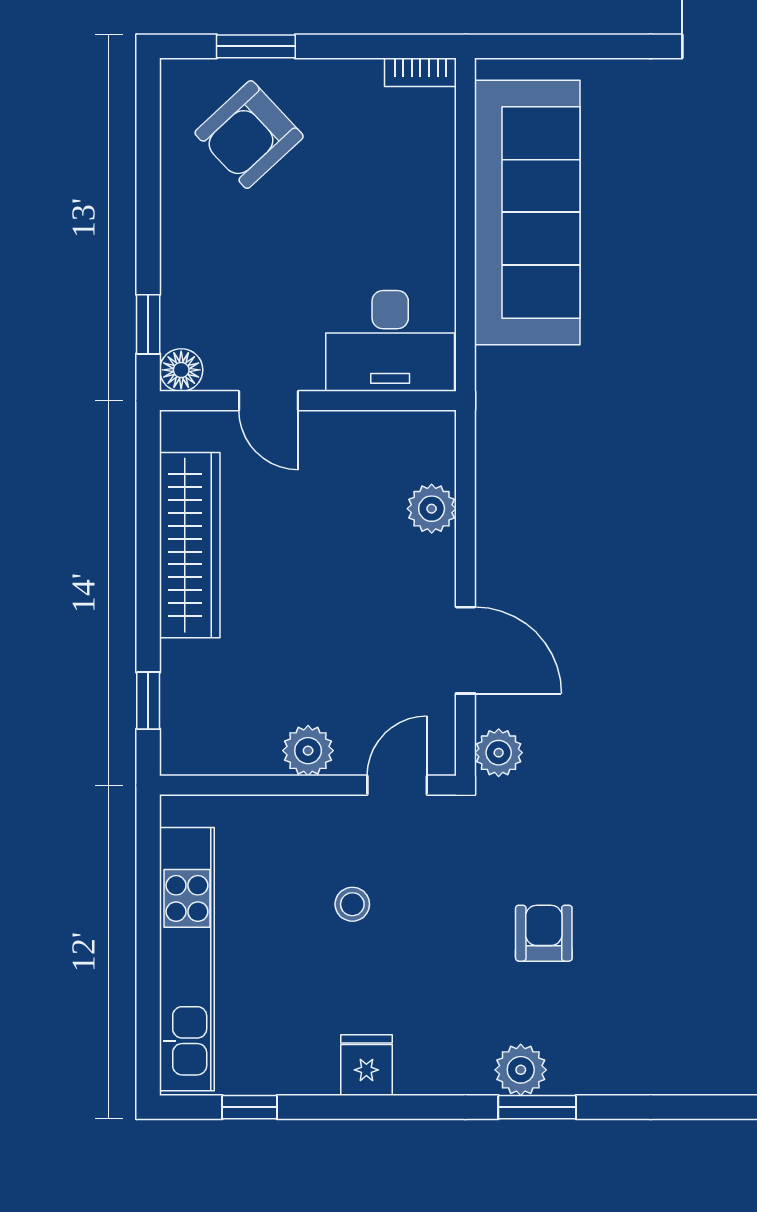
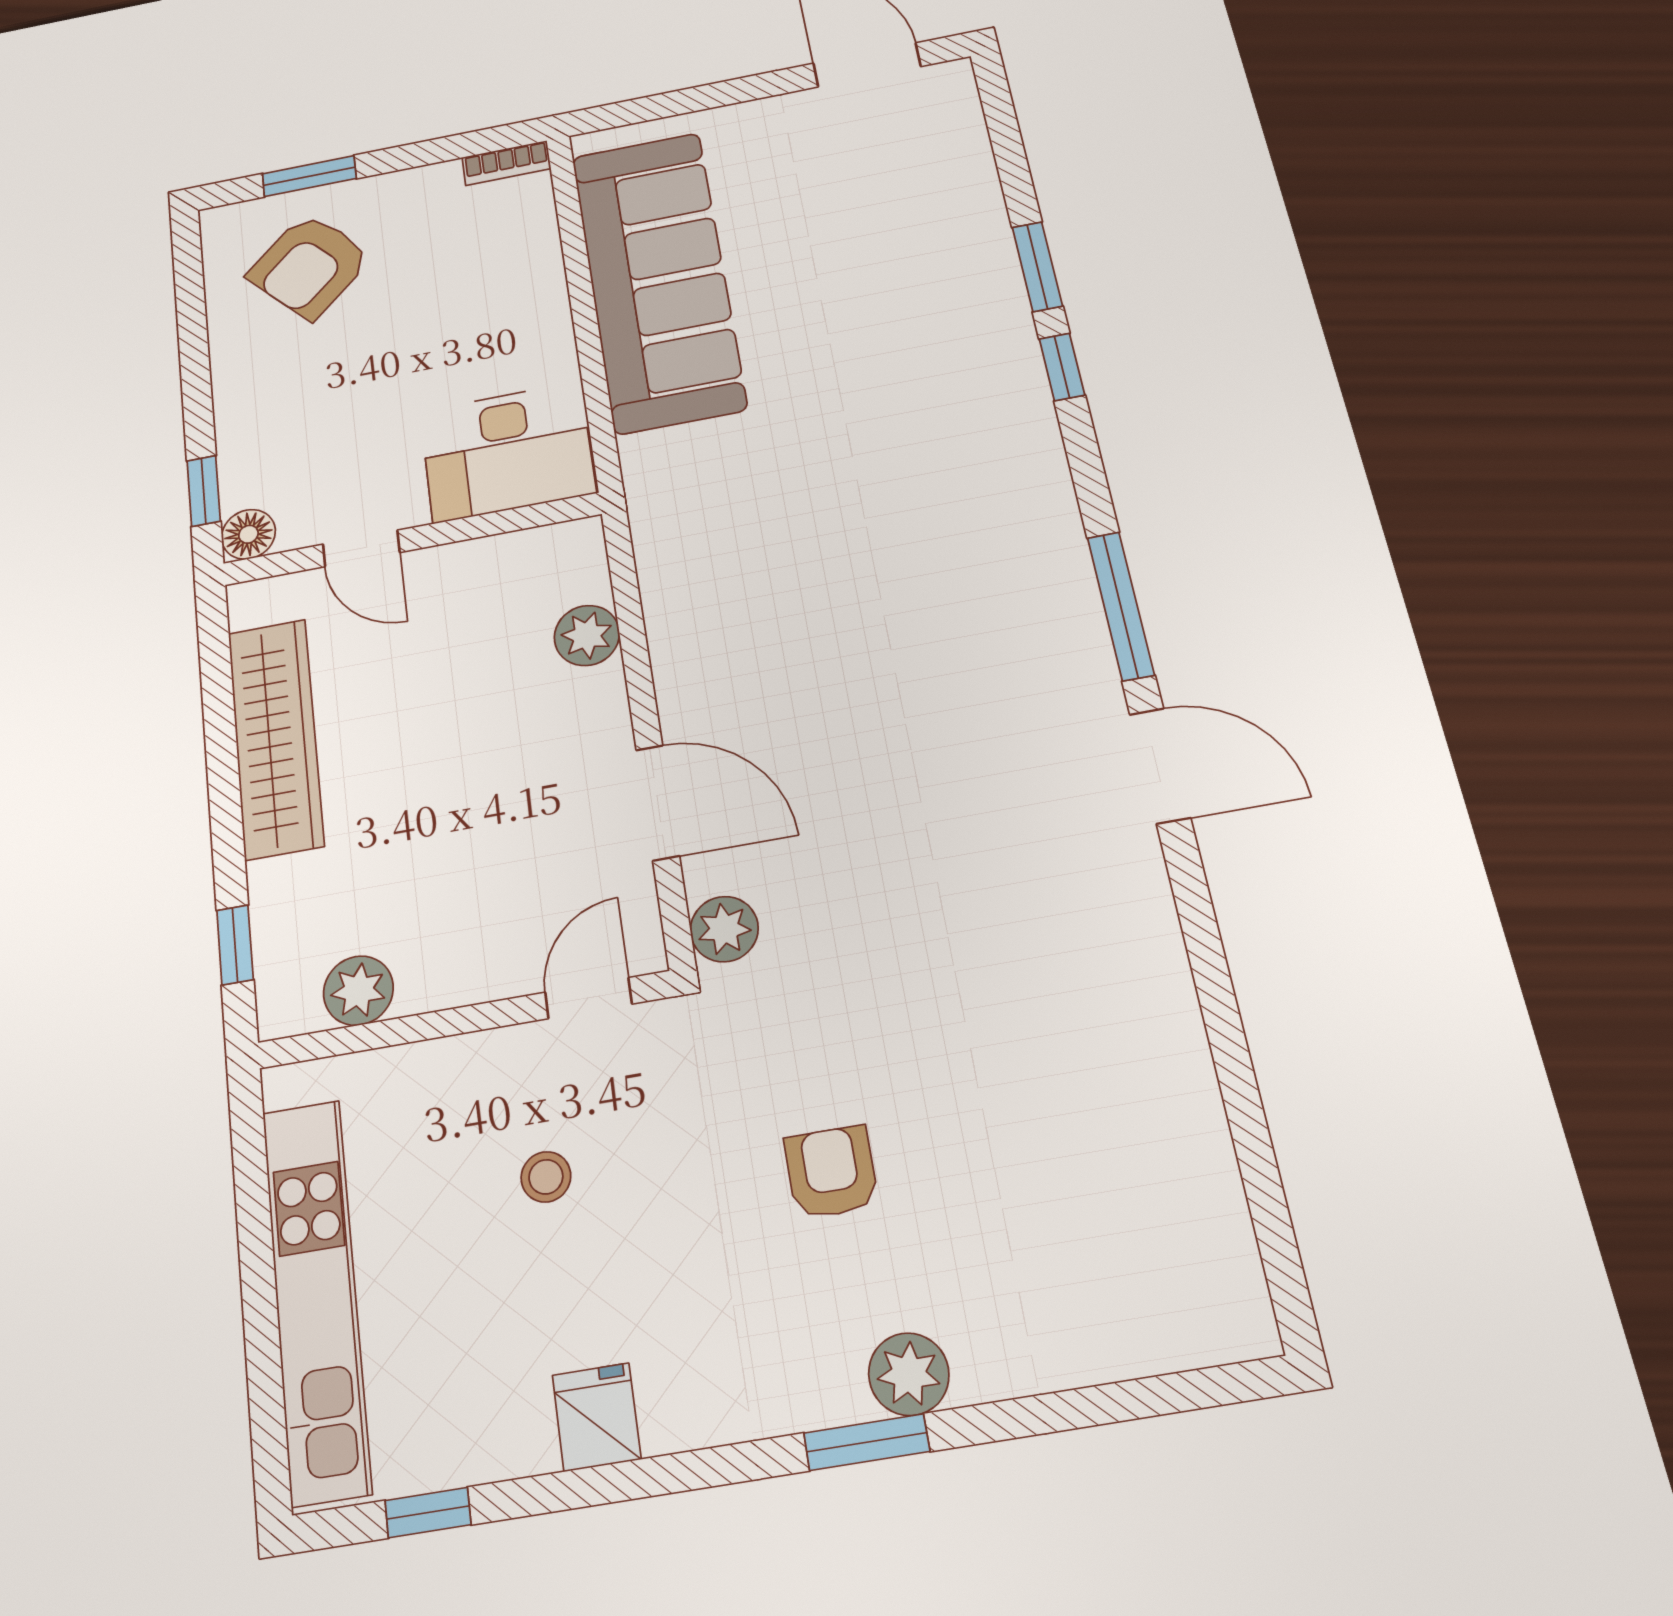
plant: (308, 751) -> (358, 991), moved
plant: (521, 1070) -> (909, 1374), moved

